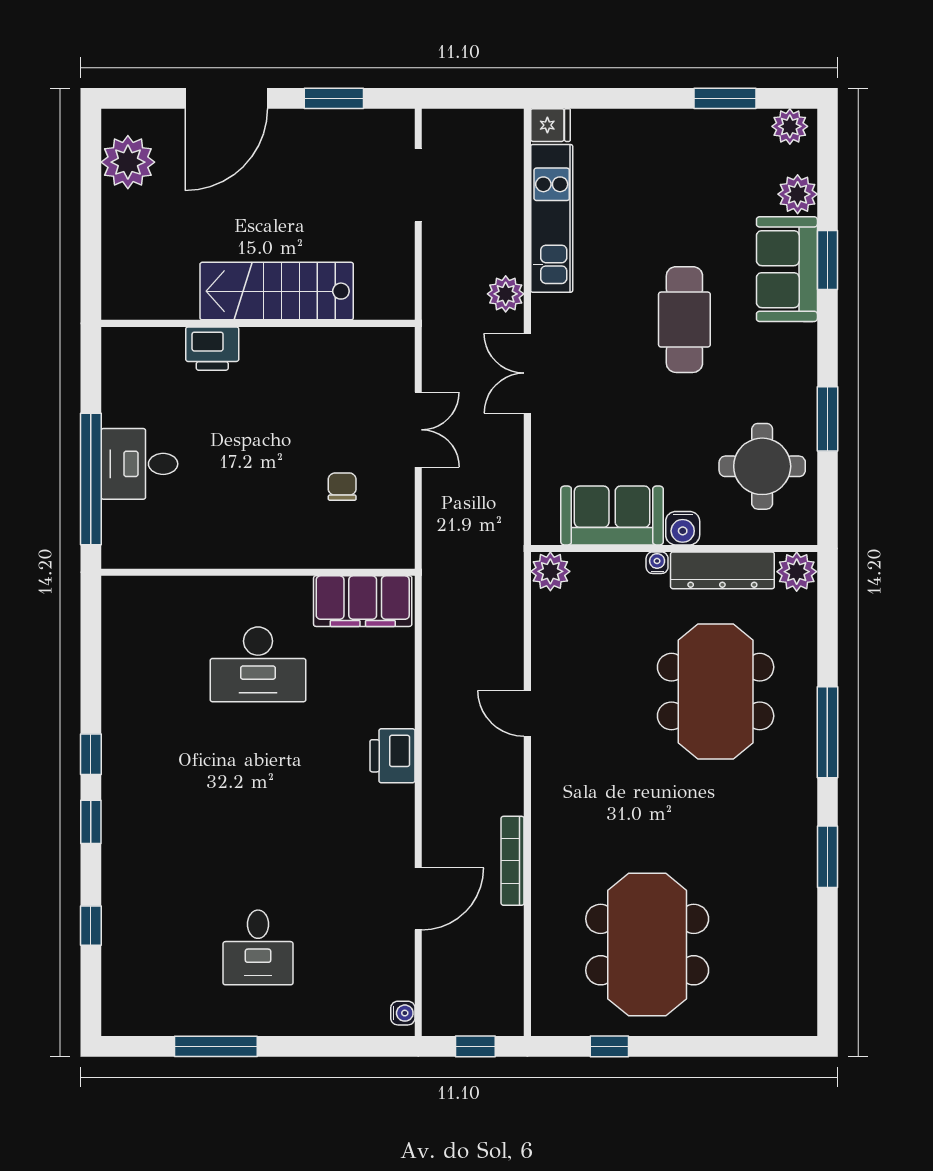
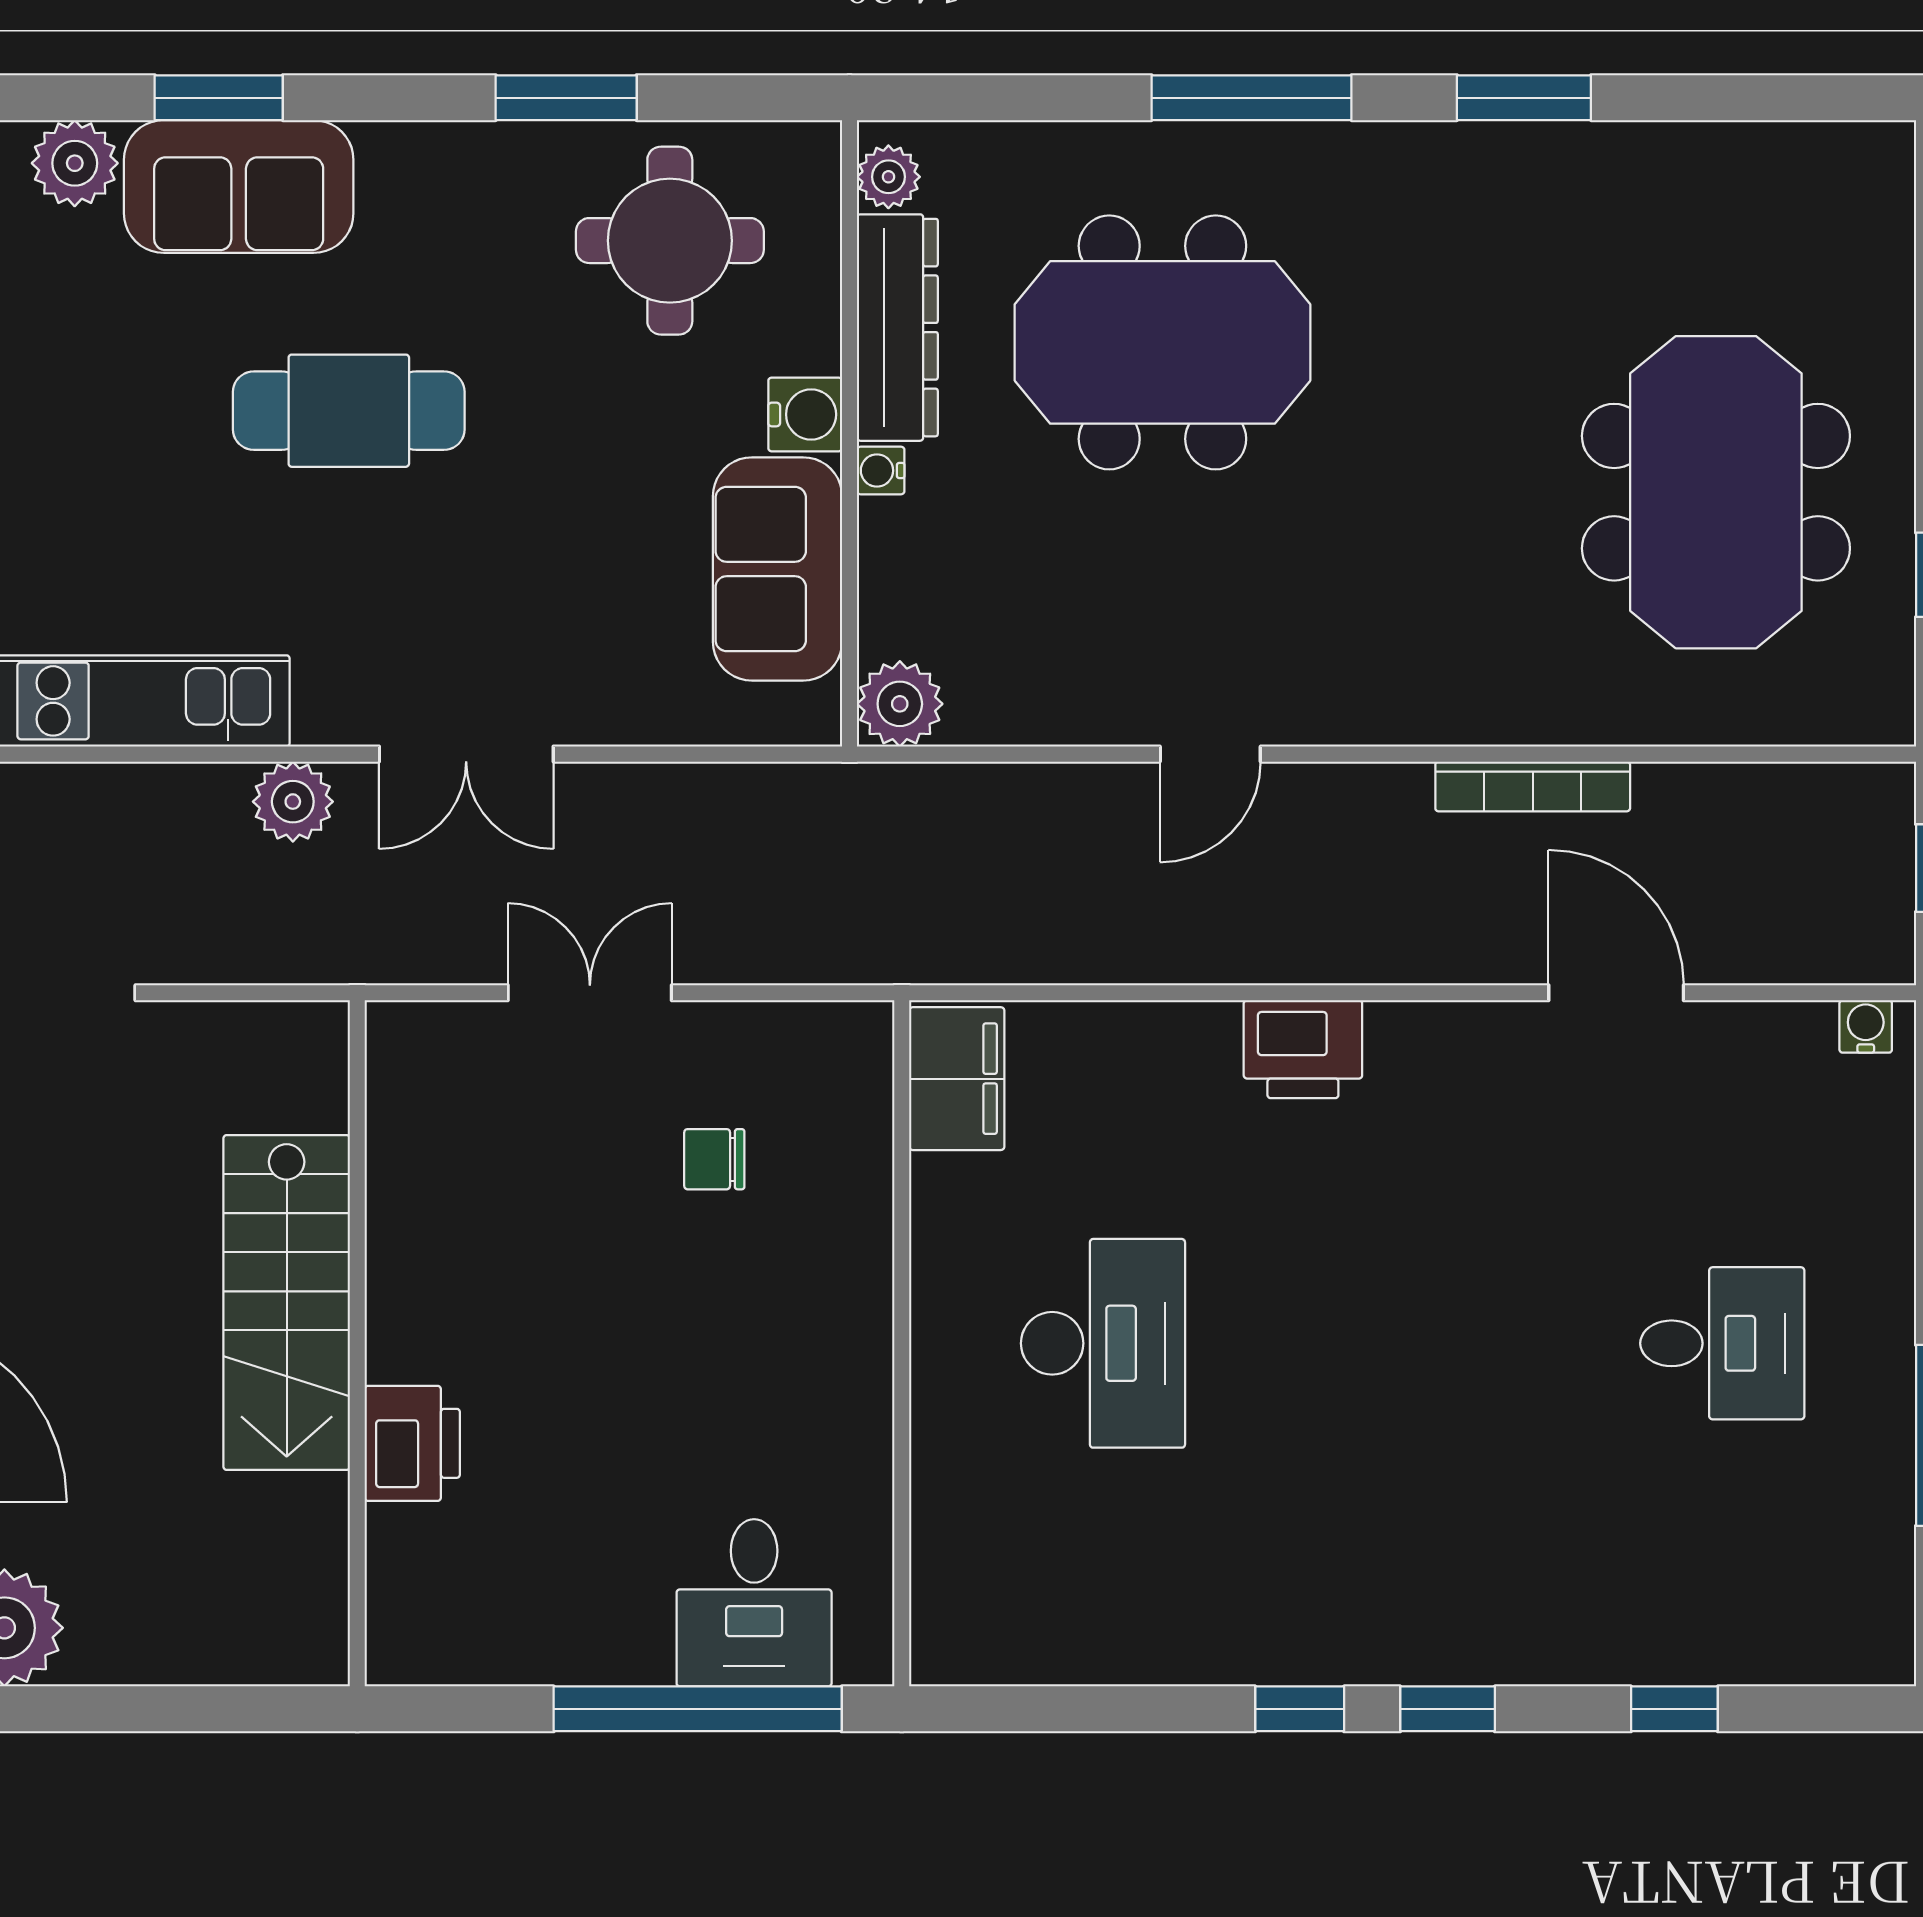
desk: (139, 464) -> (754, 1603), moved
plant: (797, 572) -> (888, 177), width x0.73, depth x0.73
filing cabinet: (363, 601) -> (957, 1079), width x0.67, depth x0.86
meeting table: (647, 945) -> (1716, 492), turned 90

